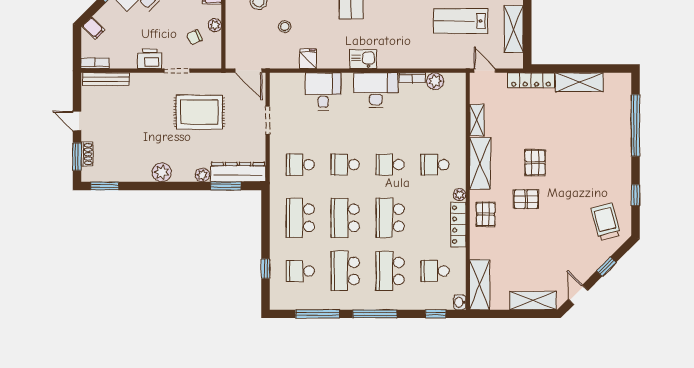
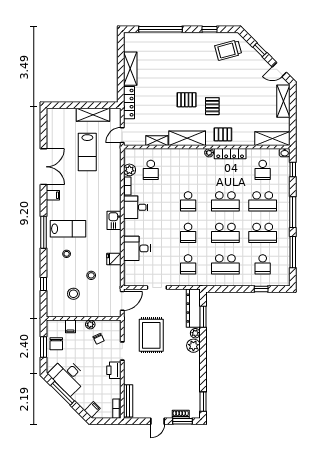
desk: (376, 90) -> (136, 207), width x0.73
school desk: (435, 165) -> (151, 170), moved
plant: (162, 172) -> (193, 346), moved

